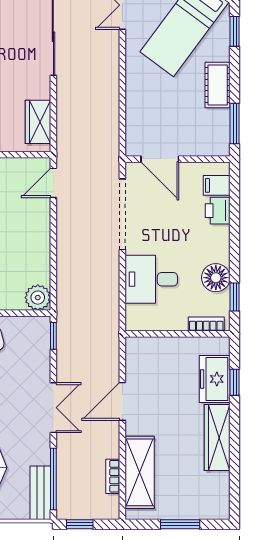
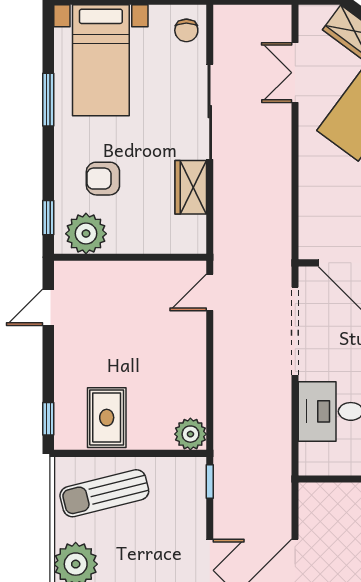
wardrobe: (38, 122) -> (191, 187), moved

